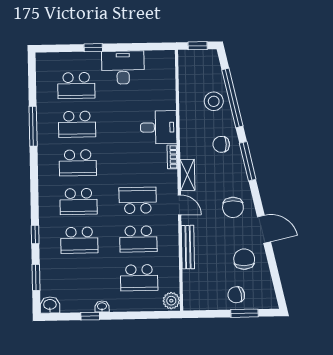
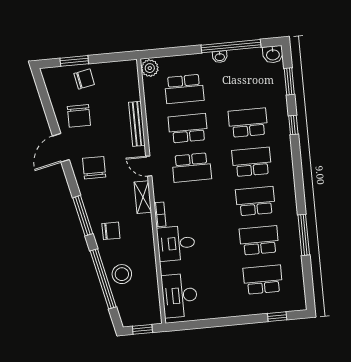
window: (93, 48) -> (277, 317), moved
desk: (123, 68) -> (180, 295), moved, turned 90
door: (264, 229) -> (61, 148), hinge flipped
school desk: (139, 278) -> (184, 89), turned 180
window: (90, 316) -> (231, 46), width x3.17

